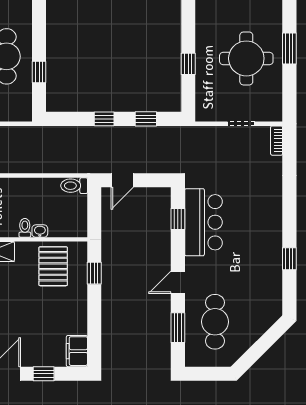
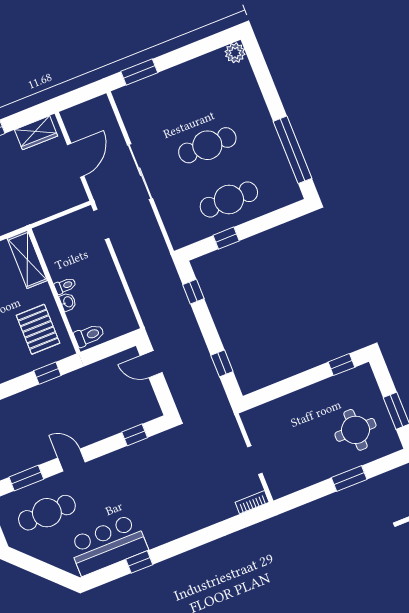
round table: (246, 58) -> (355, 430), moved, width x0.73, depth x0.73
window: (188, 64) -> (341, 365), moved
window: (104, 119) -> (193, 292), moved
toilet: (74, 186) -> (89, 335), moved, turned 90
bar counter: (204, 222) -> (108, 545), moved, turned 180
pallet: (53, 266) -> (38, 329), turned 90

